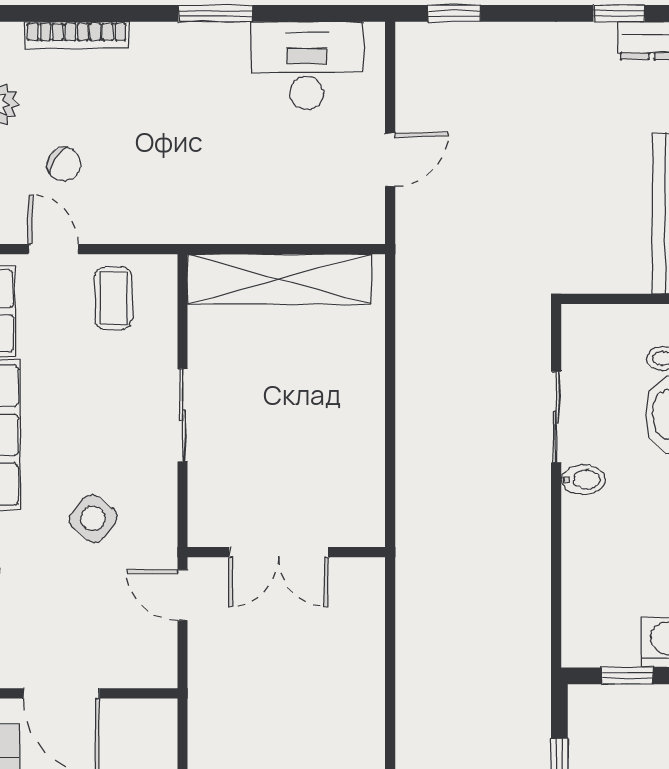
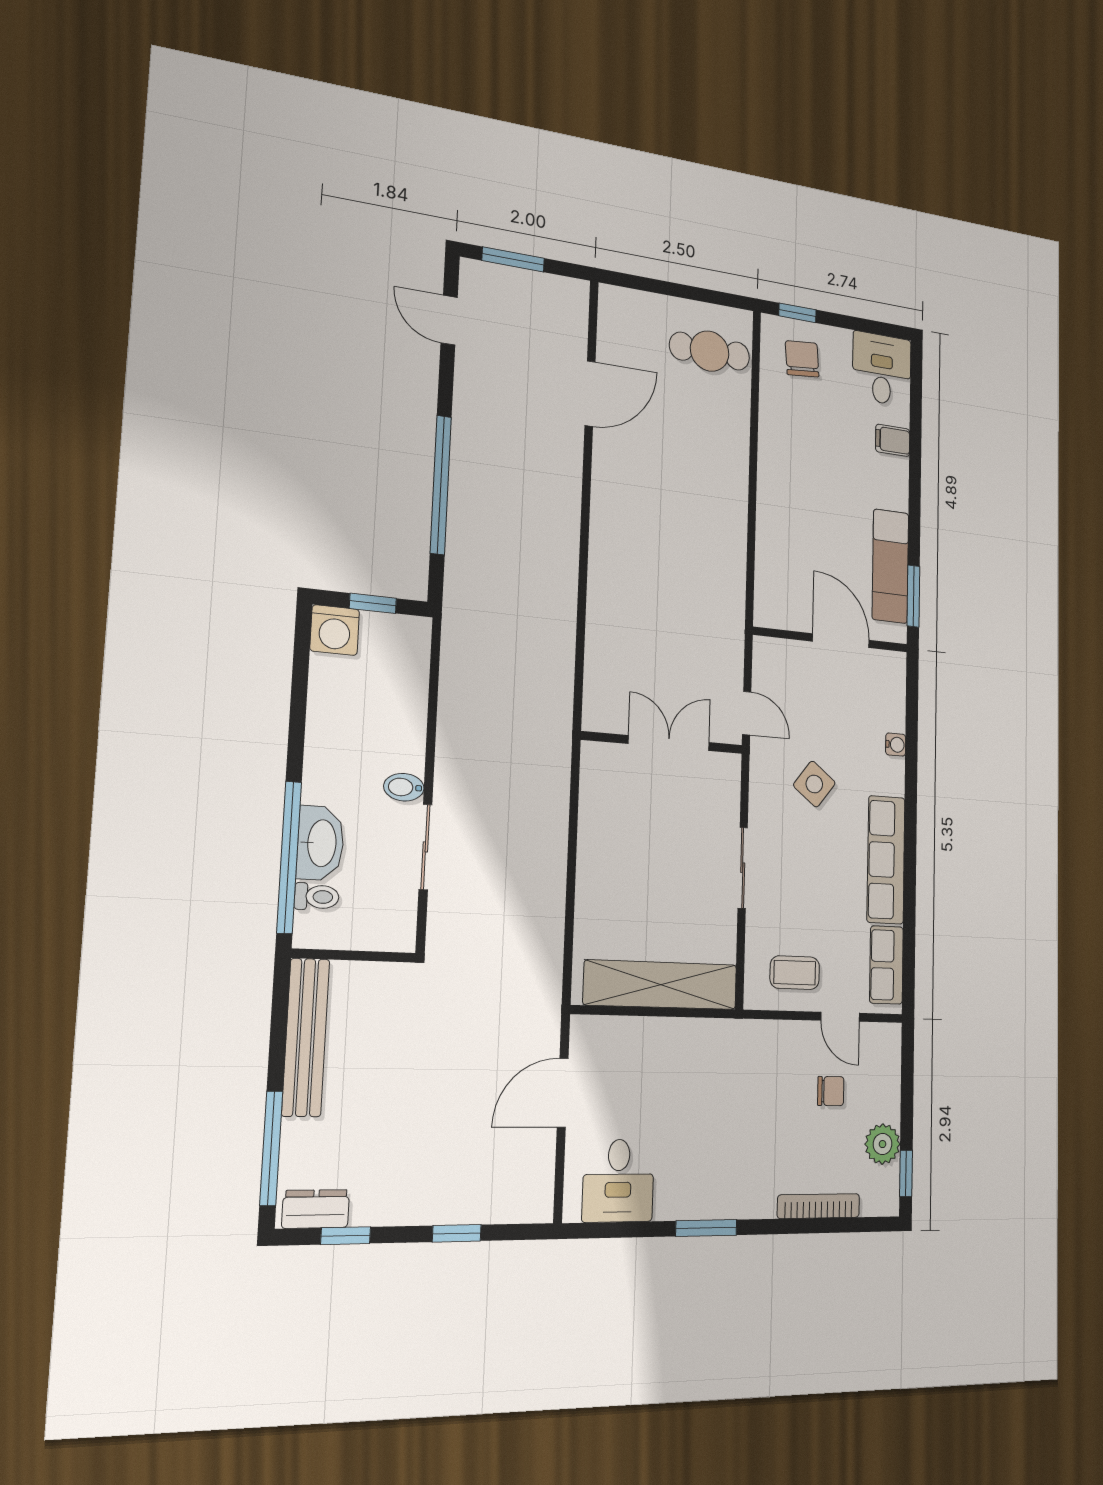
window: (454, 13) -> (457, 1233), moved
desk: (307, 66) -> (618, 1181), width x0.73
door: (390, 160) -> (563, 1093), width x1.38
chair: (64, 164) -> (831, 1091), turned 148
coffee table: (113, 298) -> (795, 973), turned 90

